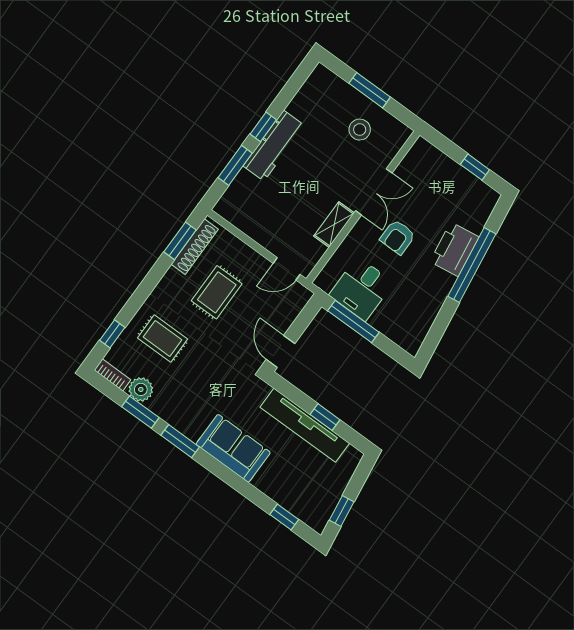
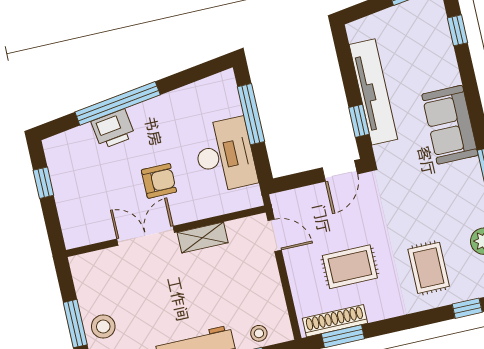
stool: (360, 130) -> (103, 327), moved
stool: (239, 193) -> (259, 333), added
printer: (454, 249) -> (113, 129), width x0.73, depth x0.84
desk: (361, 289) -> (225, 155), width x1.37
window: (353, 322) -> (251, 114), moved
window: (325, 417) -> (359, 121), moved

